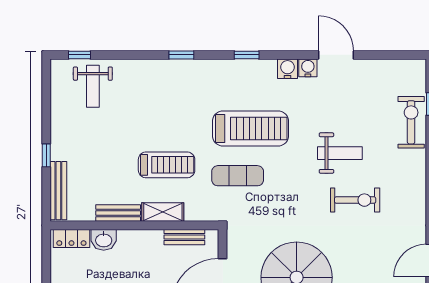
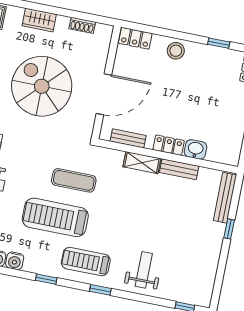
weight bench: (93, 86) -> (144, 270), moved
treadmill: (167, 165) -> (86, 262), moved
locker: (71, 238) -> (169, 145), moved

